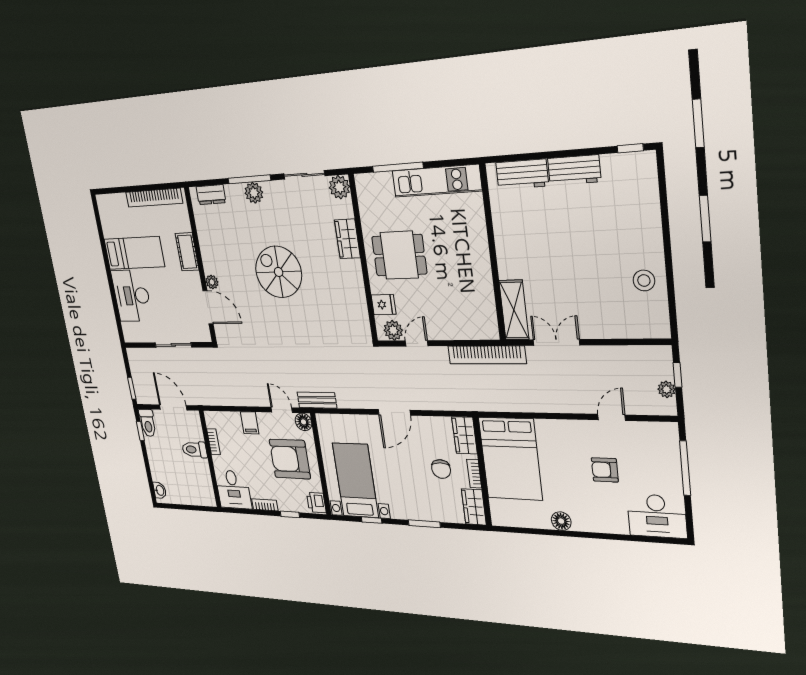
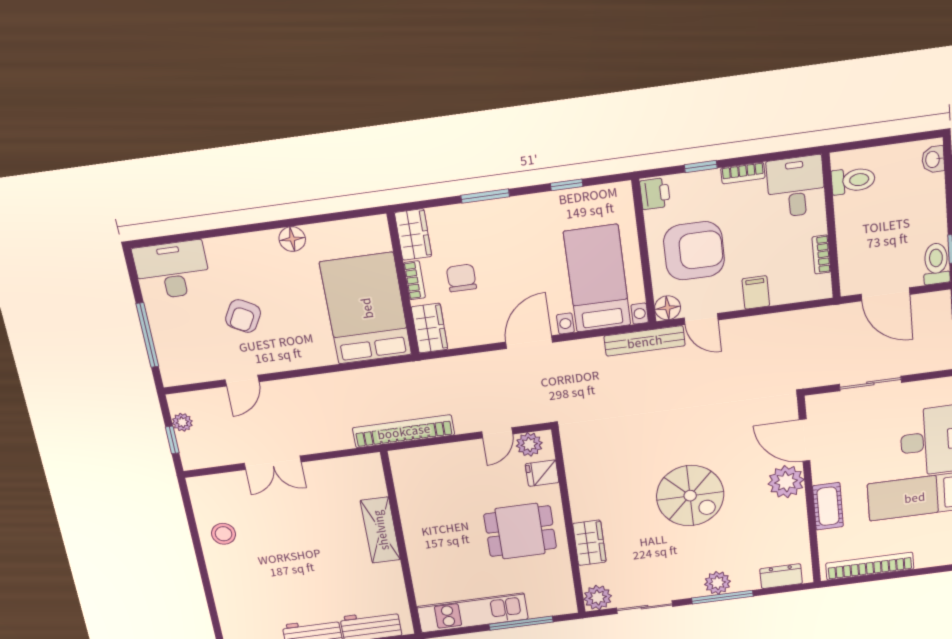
plant: (212, 282) -> (786, 482), width x1.88, depth x1.88
shelving: (514, 310) -> (380, 530), moved
double door: (556, 342) -> (273, 463), moved
bench: (317, 400) -> (645, 341), width x1.36
toilet: (194, 450) -> (853, 180), moved
armchair: (605, 470) -> (243, 316), turned 119
bed with nightstands: (355, 480) -> (597, 278), moved, turned 180

